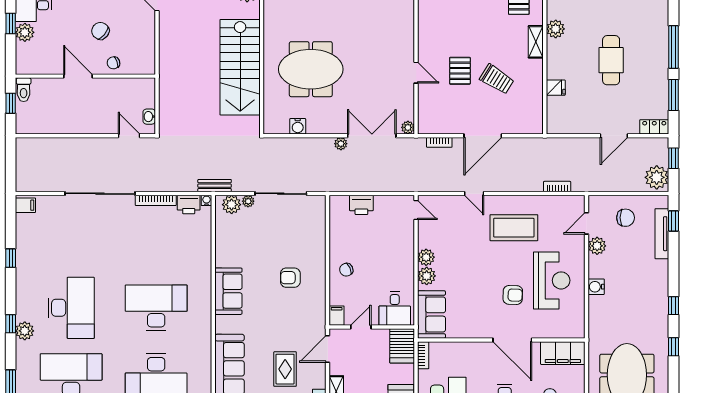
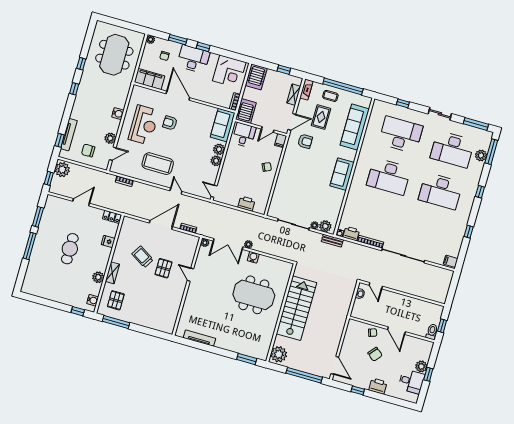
water cooler: (298, 126) -> (253, 257), moved
locker: (654, 127) -> (112, 217), moved
armchair: (290, 278) -> (305, 141), moved
reception desk: (552, 280) -> (144, 125), turned 180
desk: (71, 308) -> (440, 191), turned -90
plant: (25, 331) -> (481, 155), moved

